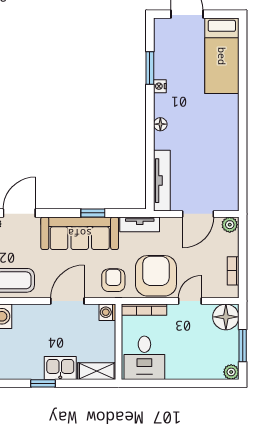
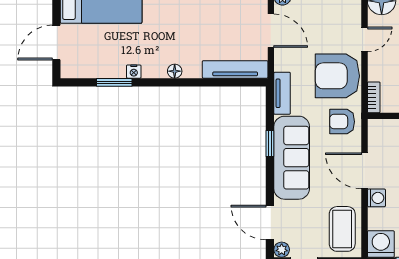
door: (190, 301) -> (364, 39), swing flipped
bookcase: (144, 310) -> (374, 97), width x0.64
washing machine: (107, 312) -> (376, 198), moved, turned -90

